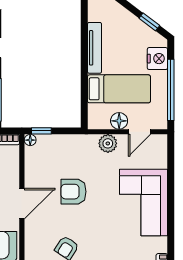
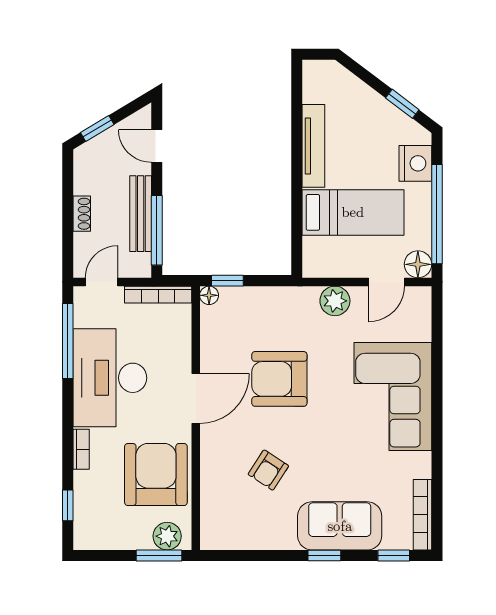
floor lamp: (119, 121) -> (418, 264), moved
armchair: (74, 192) -> (279, 379), width x1.36, depth x1.36

